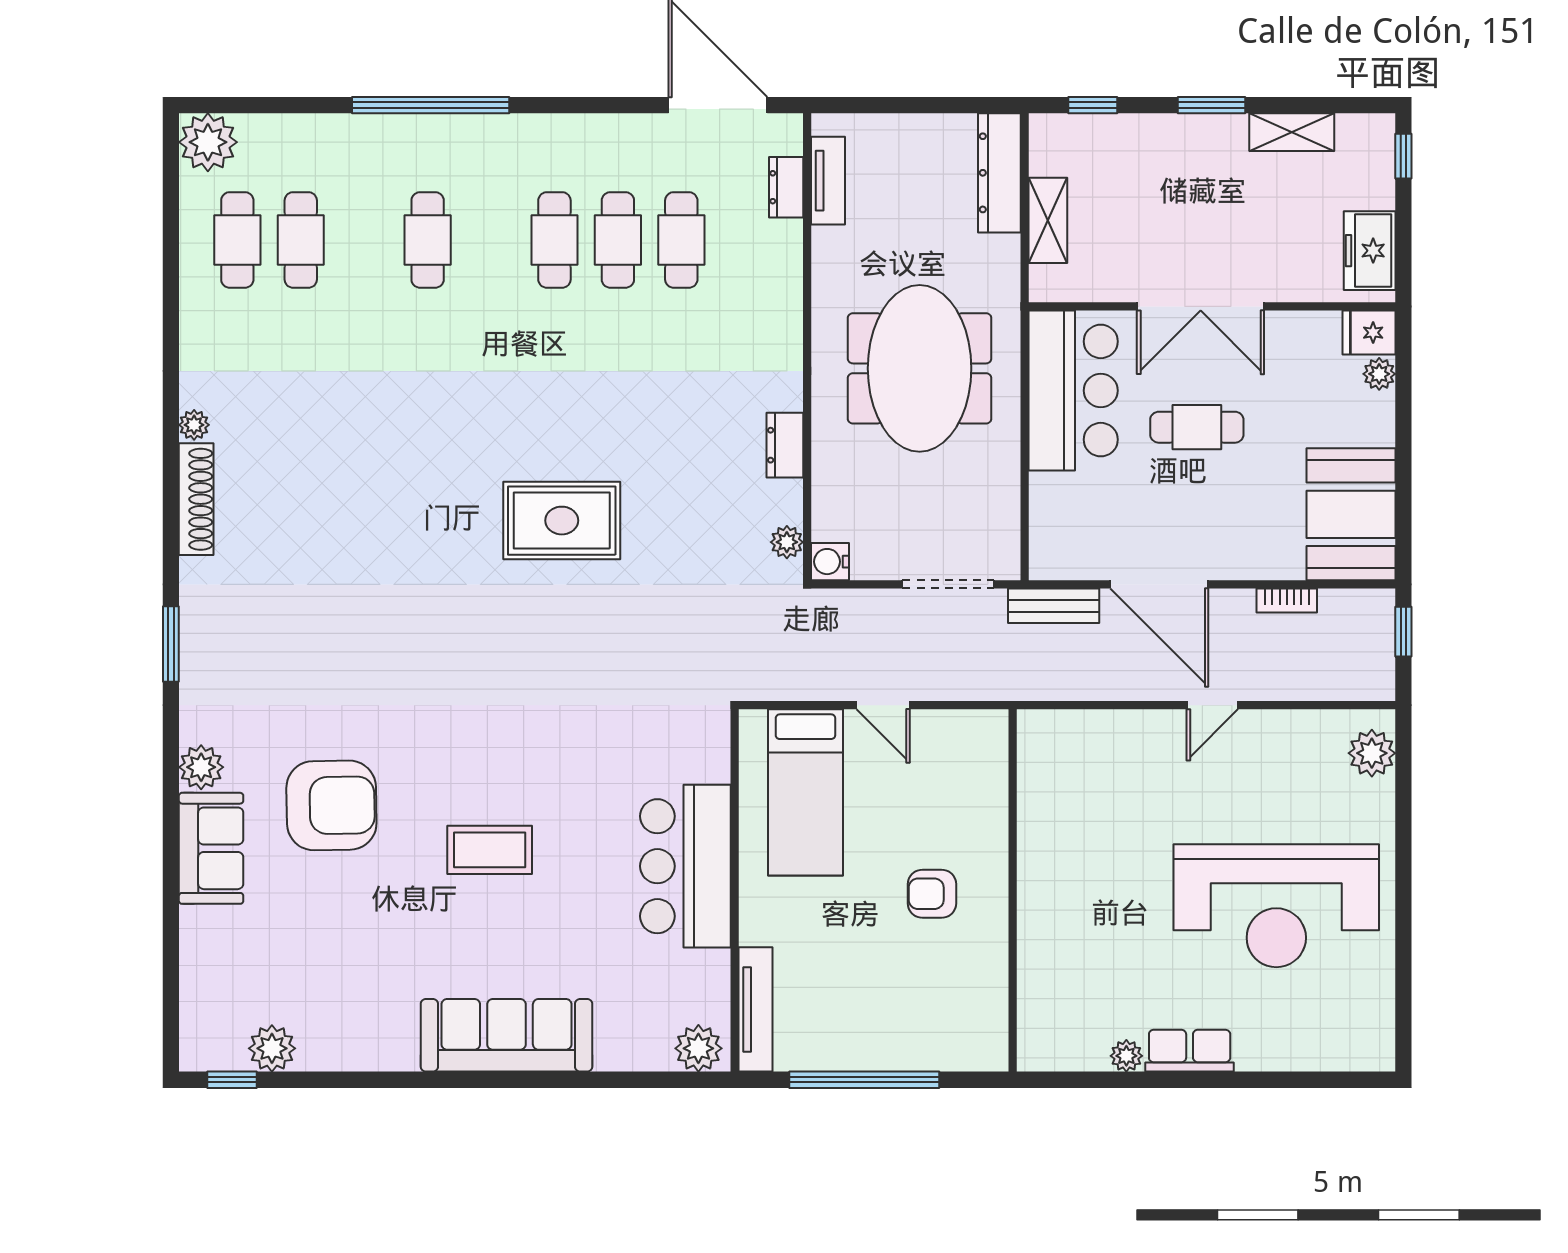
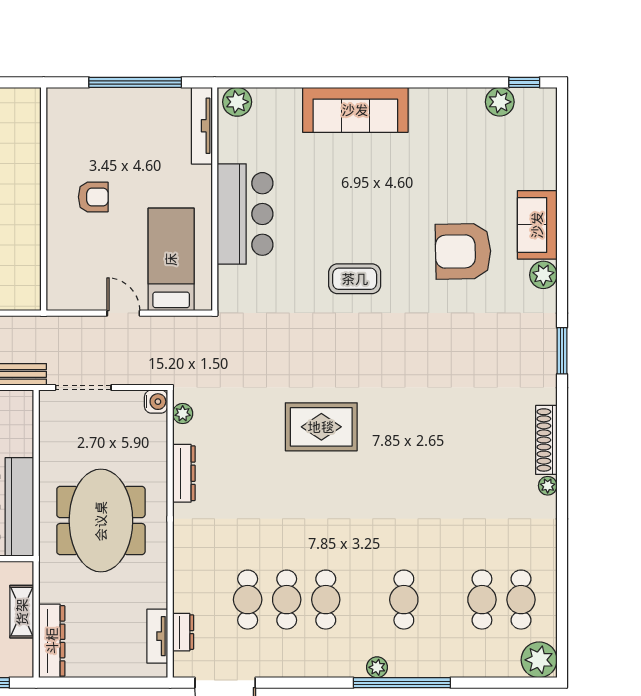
plant: (471, 130) -> (377, 667), added
dresser: (785, 445) -> (184, 473), width x1.44
coffee table: (490, 850) -> (355, 279), moved

